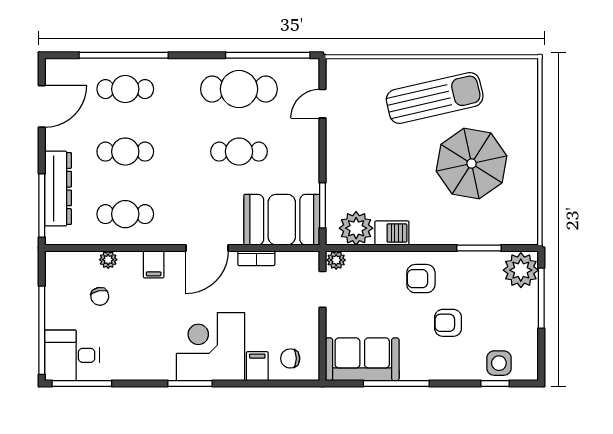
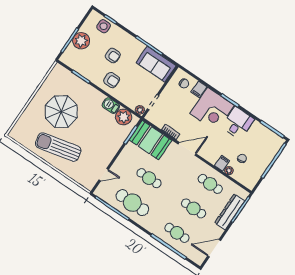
filing cabinet: (154, 264) -> (222, 163), moved
plant: (521, 270) -> (81, 41), moved
desk: (72, 355) -> (238, 123), moved, turned -90

